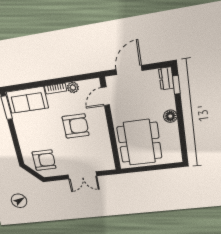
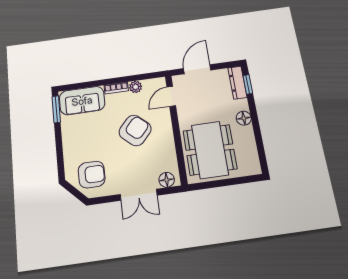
dresser: (166, 78) -> (237, 83), width x1.44
armchair: (76, 126) -> (135, 130), turned -48
floor lamp: (104, 165) -> (167, 180), added

